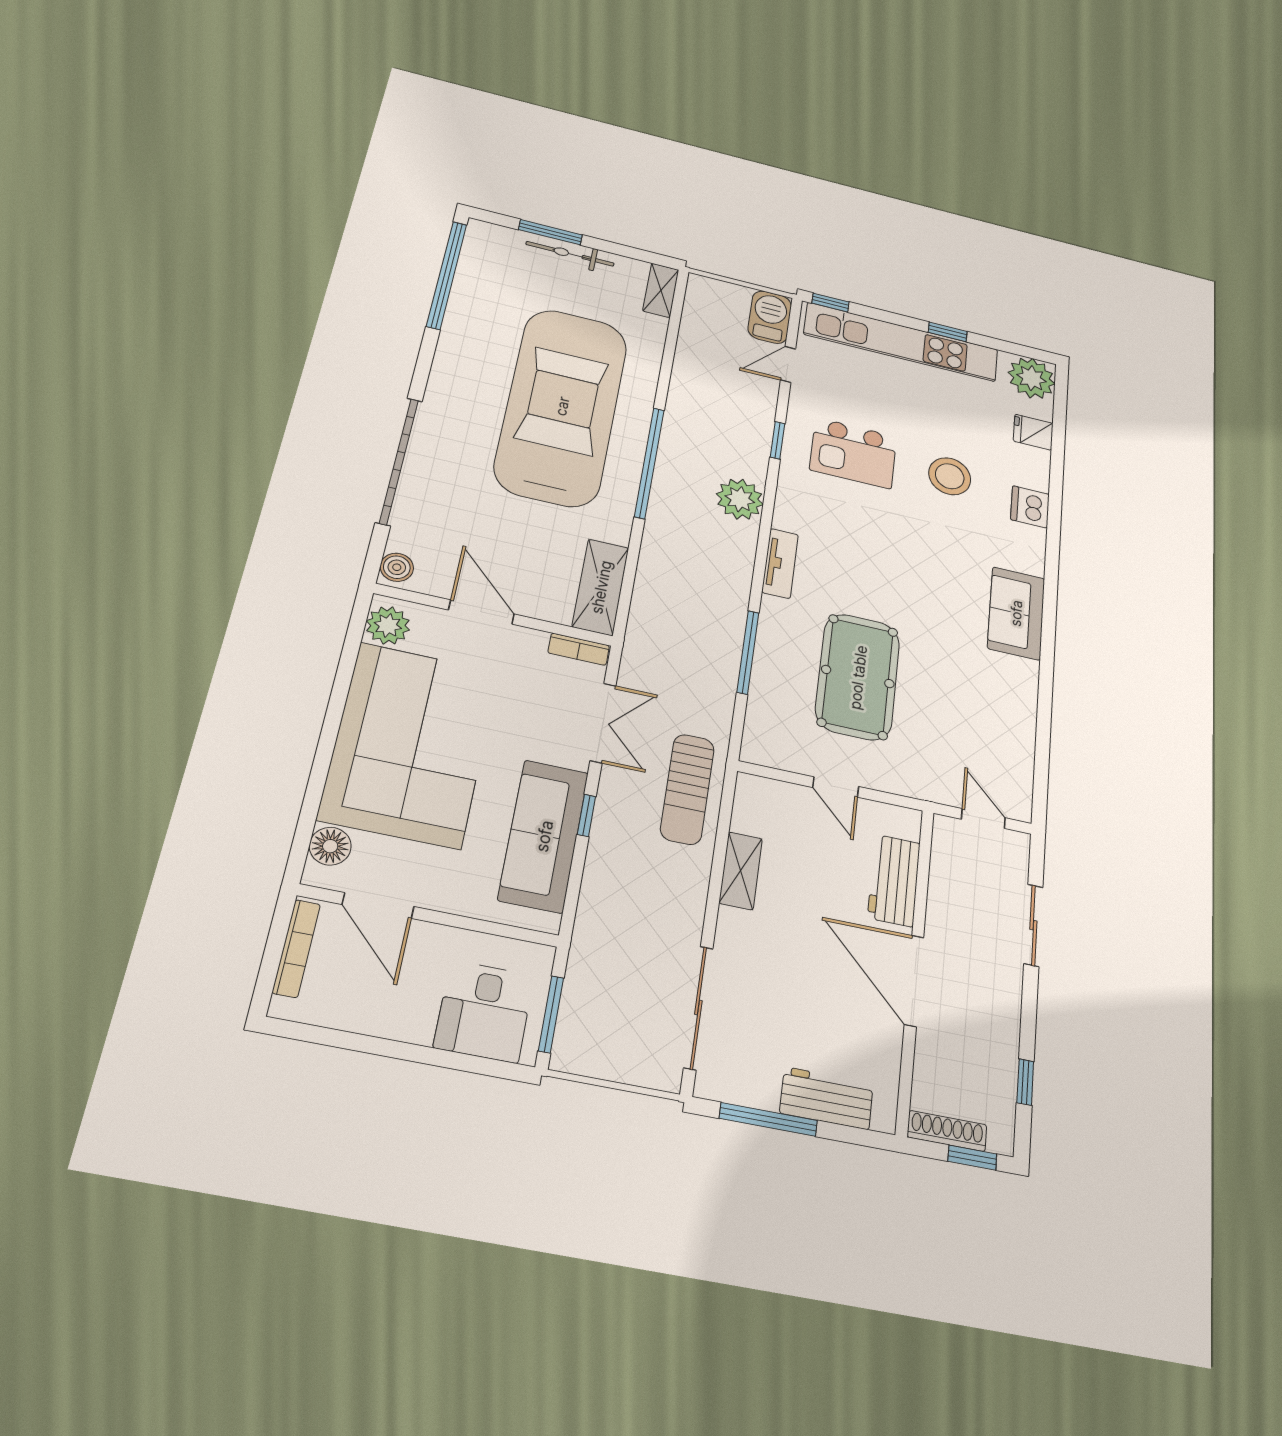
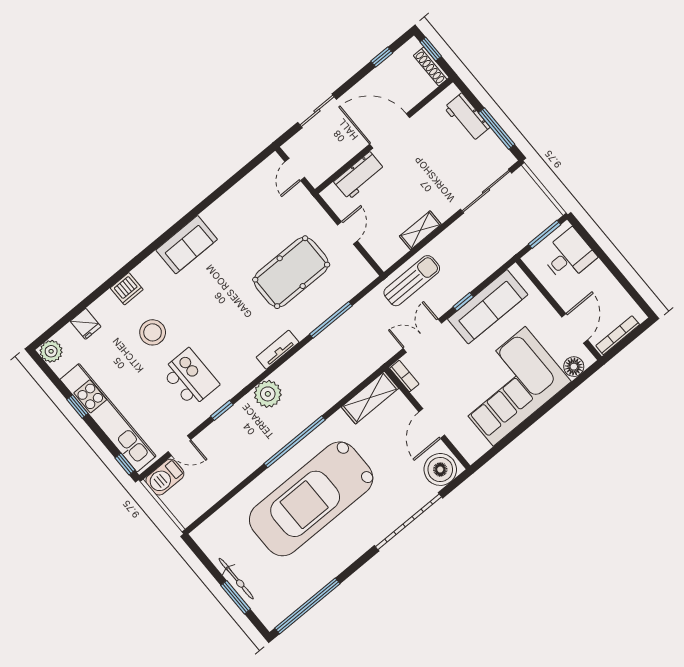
shelving: (661, 290) -> (208, 529), removed
plant: (1031, 378) -> (51, 351), width x0.73, depth x0.73
boiler: (397, 567) -> (440, 469), width x1.86, depth x1.86
plant: (388, 625) -> (476, 446), removed
door: (914, 981) -> (390, 131), swing flipped

